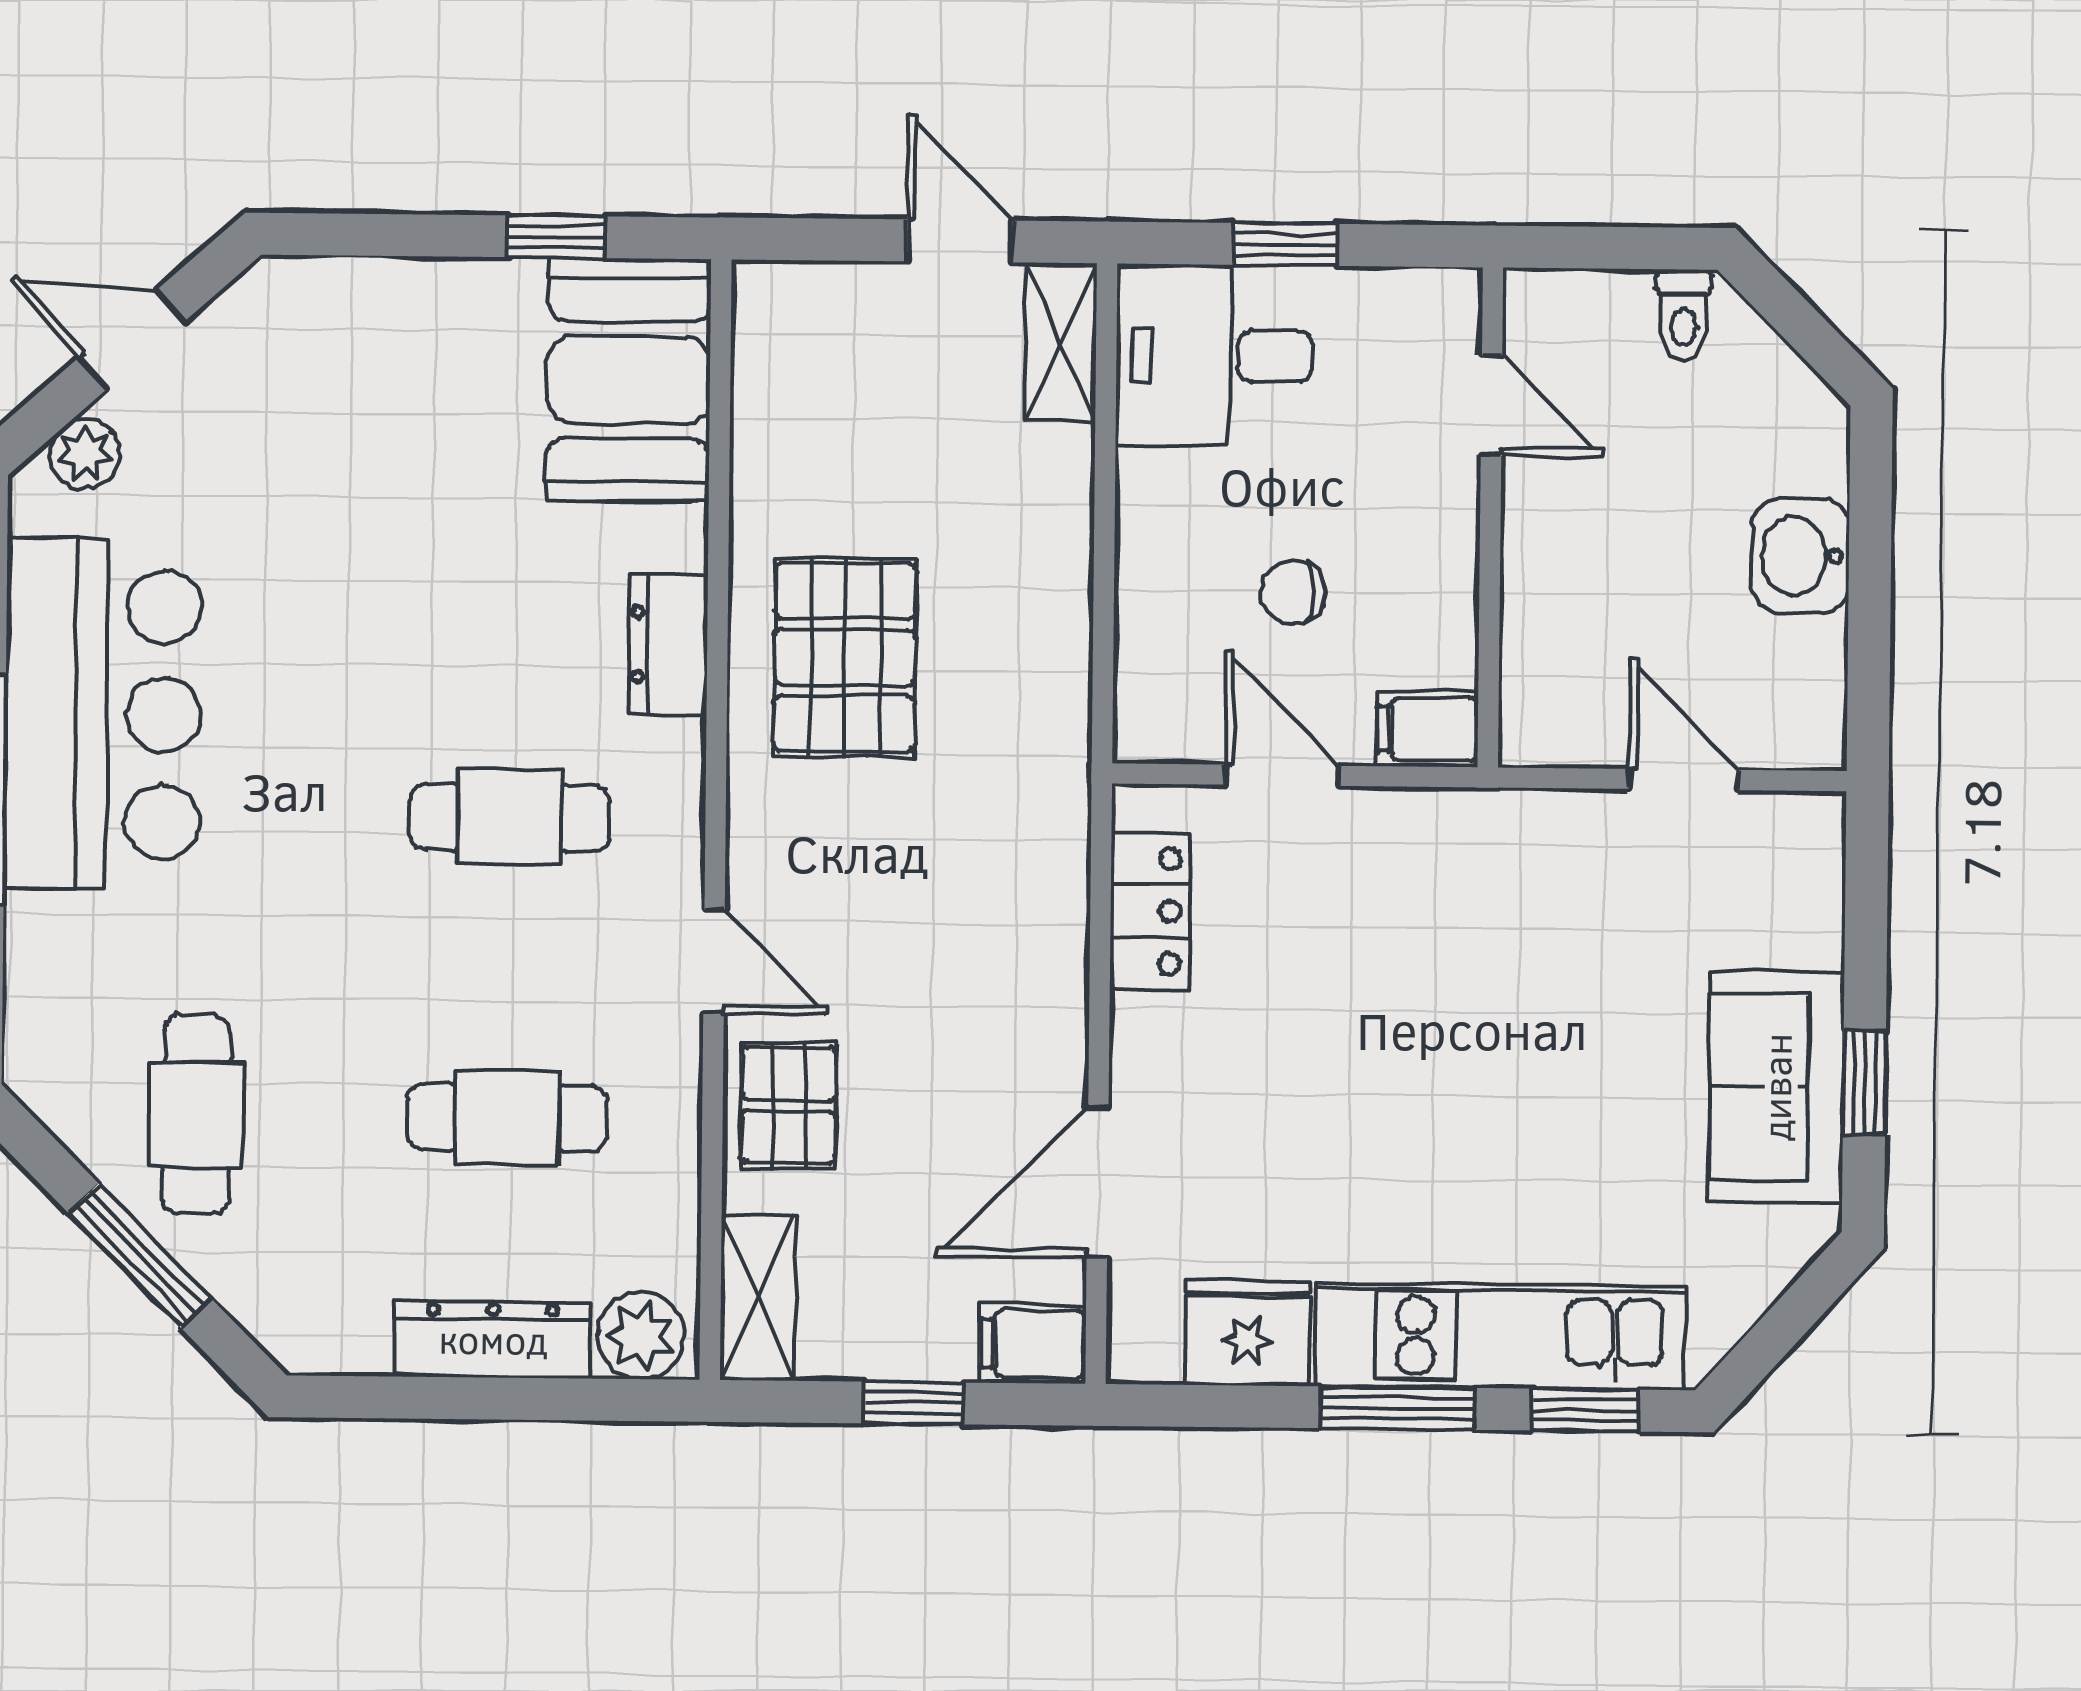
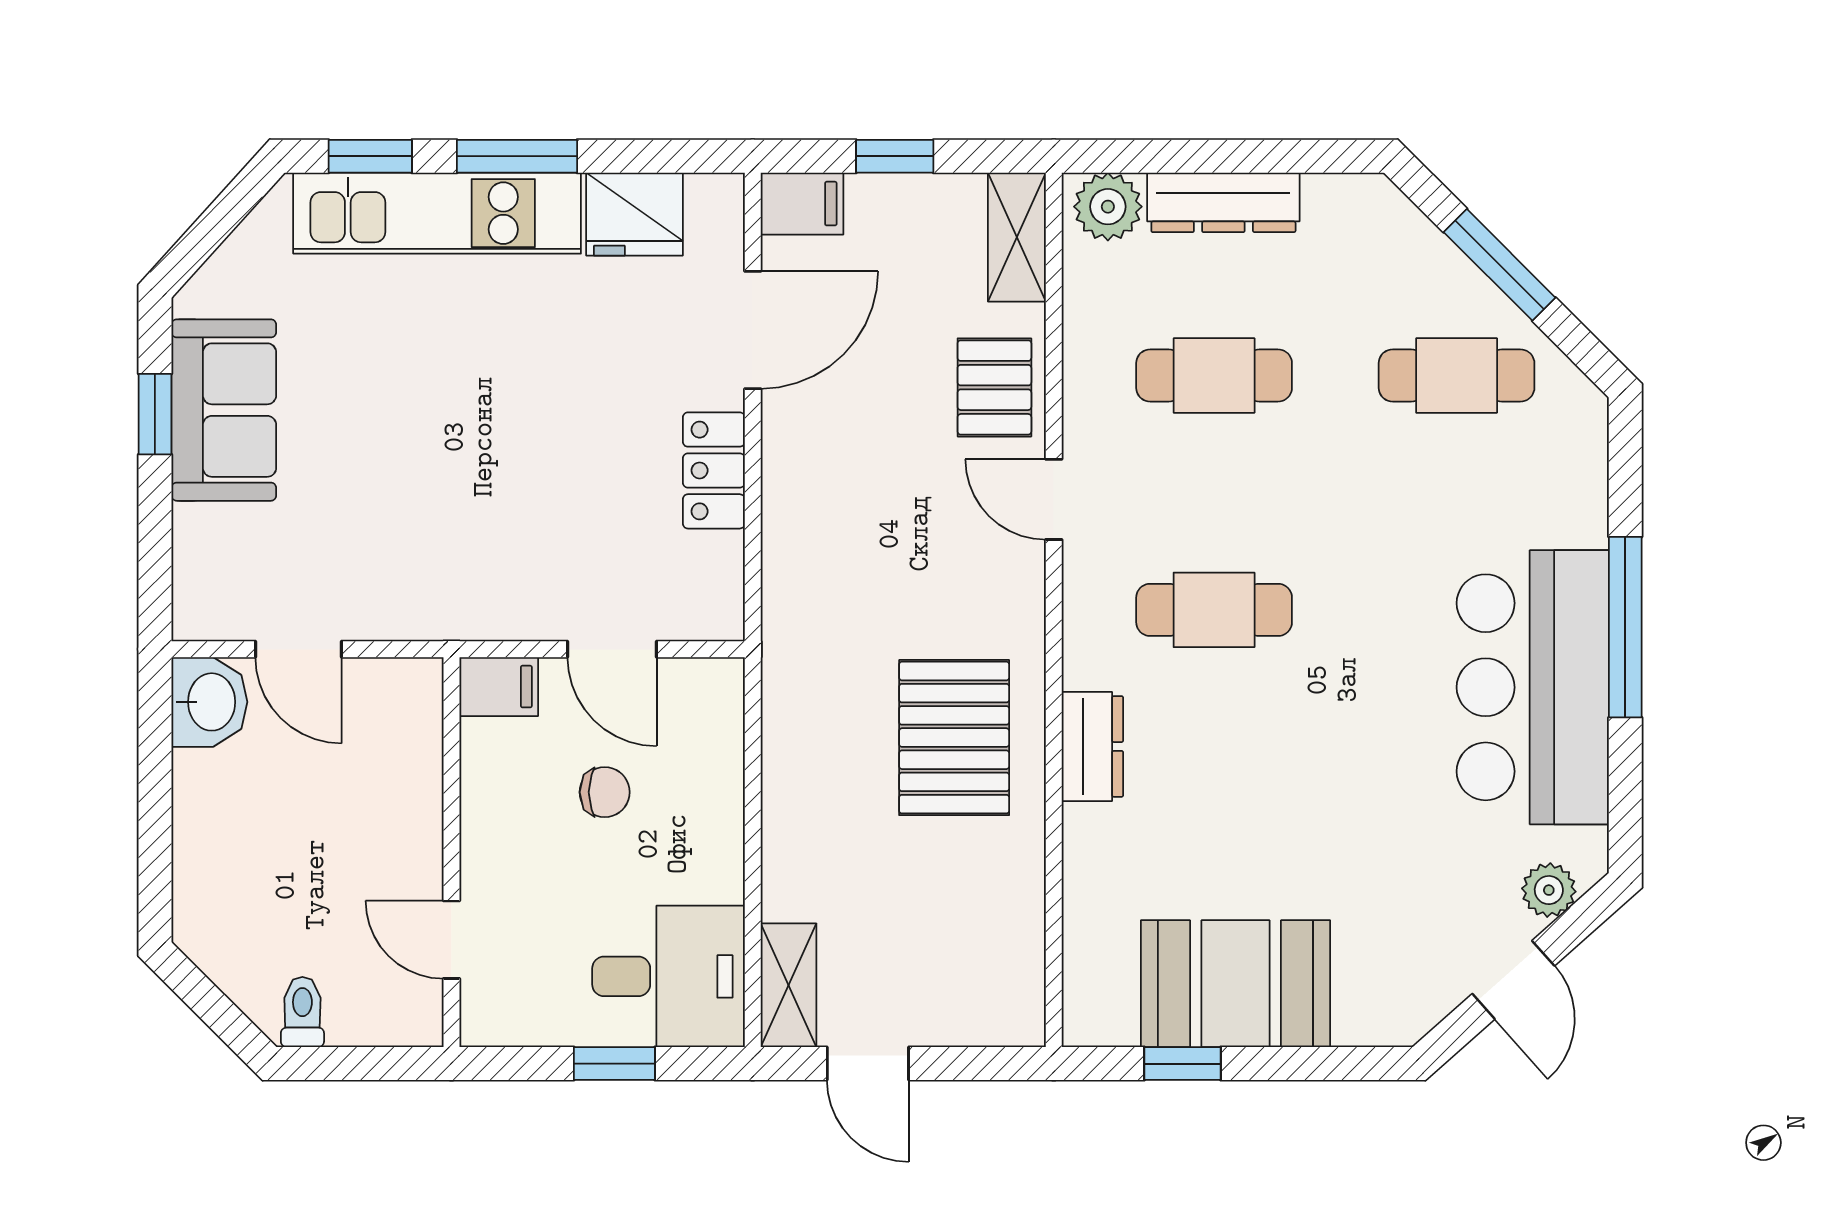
door: (132, 340) -> (1513, 980), hinge flipped
booth: (629, 380) -> (1235, 984), moved, turned 90
washbasin: (1800, 556) -> (209, 702), moved
locker: (1150, 911) -> (714, 470), moved
cafe table: (196, 1115) -> (1457, 375), turned 90

